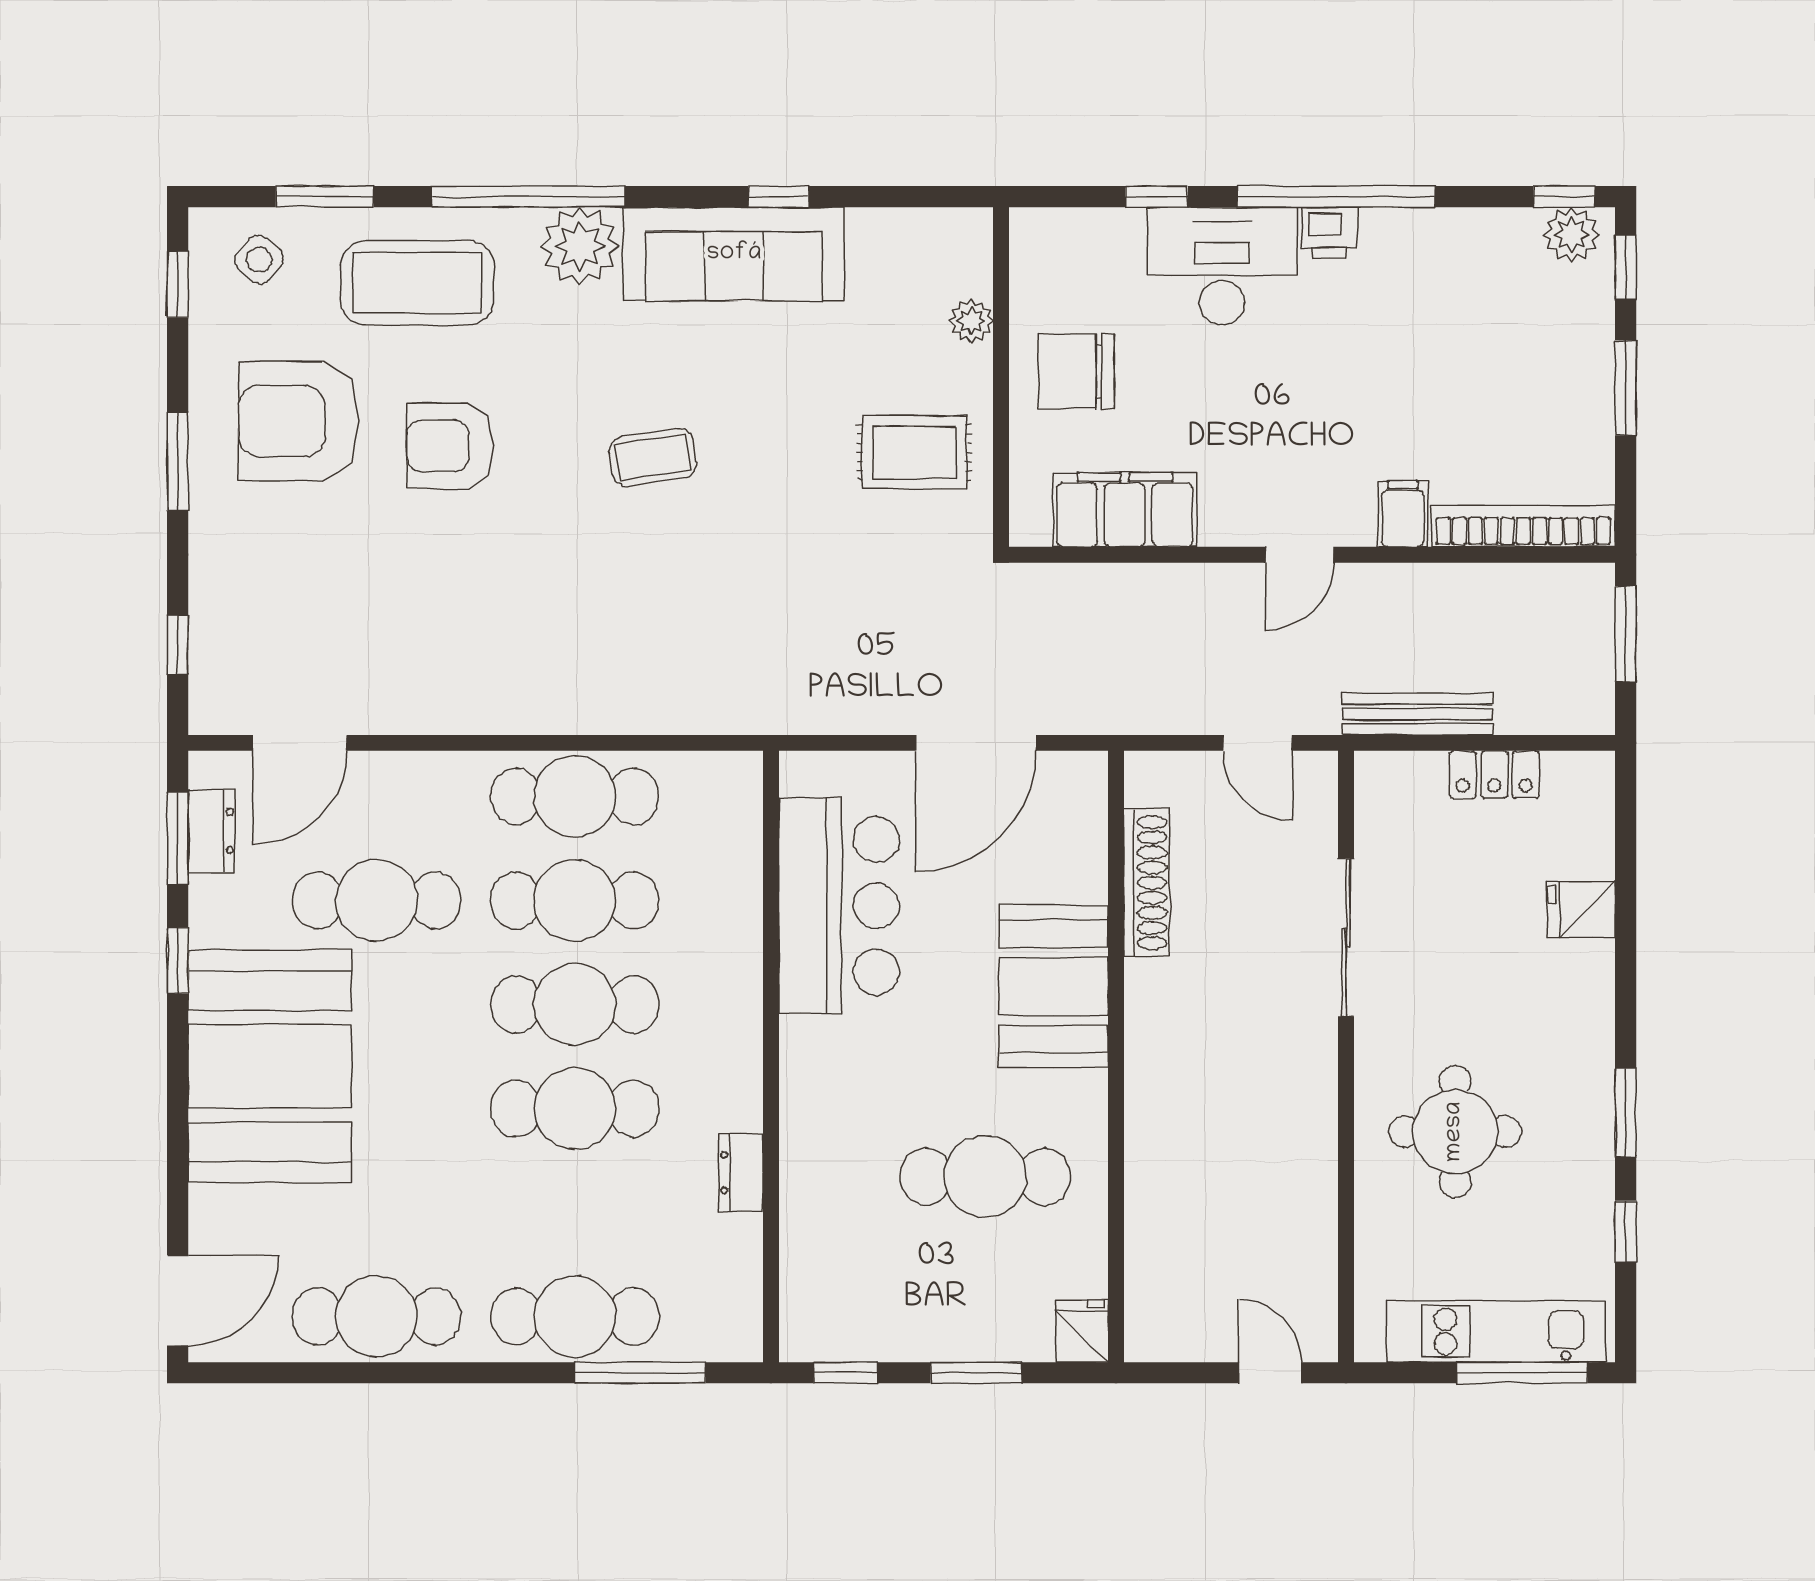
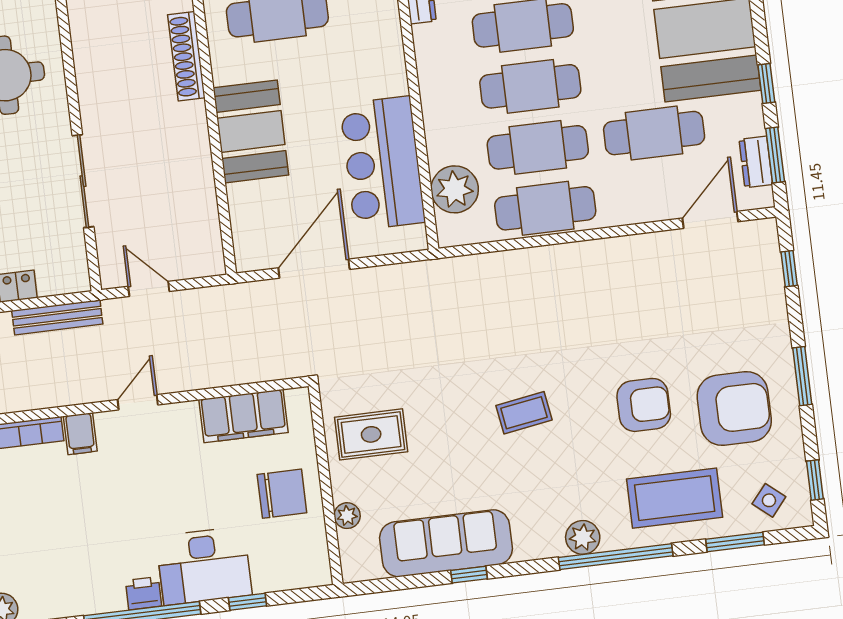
plant: (580, 246) -> (583, 537), width x0.73, depth x0.73
sofa: (734, 254) -> (446, 543), moved
plant: (723, 847) -> (455, 189), added
shoe rack: (1147, 883) -> (186, 56), moved

